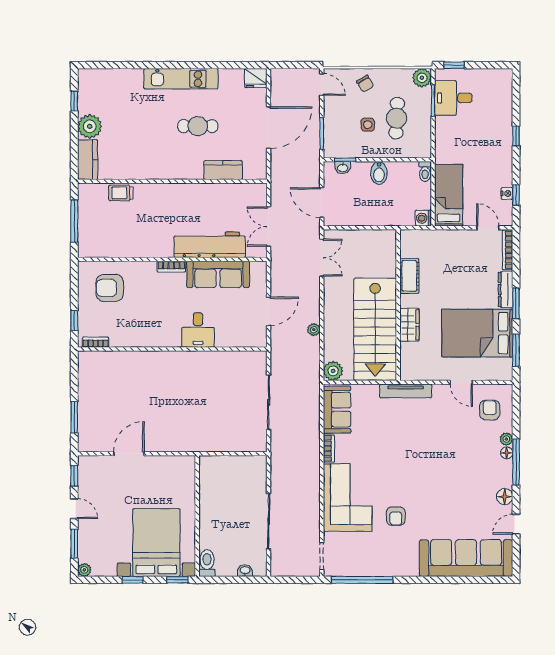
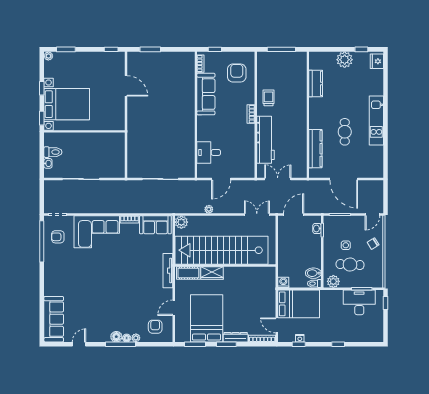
fridge: (256, 78) -> (377, 61), moved
plant: (422, 78) -> (333, 281), moved
desk: (453, 98) -> (359, 302), width x1.37
kitchen counter: (88, 160) -> (316, 83), moved, turned -90
kitchen counter: (223, 170) -> (315, 149), width x1.50
bidet: (379, 173) -> (313, 273), moved
trolley: (121, 193) -> (268, 98), moved
bed: (449, 195) -> (299, 304), width x1.50
door: (488, 228) -> (277, 325), swing flipped
double door: (322, 258) -> (257, 215), swing flipped
sofa: (218, 274) -> (206, 94), moved, turned 180
cot: (409, 276) -> (188, 273), moved
door: (269, 311) -> (221, 179), hinge flipped
stairs: (375, 329) -> (222, 250), width x1.36
desk: (198, 330) -> (209, 152), moved
armchair: (490, 410) -> (155, 327), turned -90
floor lamp: (505, 497) -> (116, 337), moved
door: (74, 509) -> (89, 49), removed
armchair: (396, 516) -> (58, 237), moved
door: (516, 524) -> (79, 344), hinge flipped
sofa: (466, 558) -> (54, 319), width x0.74, depth x0.79
toilet: (207, 563) -> (53, 152), moved

